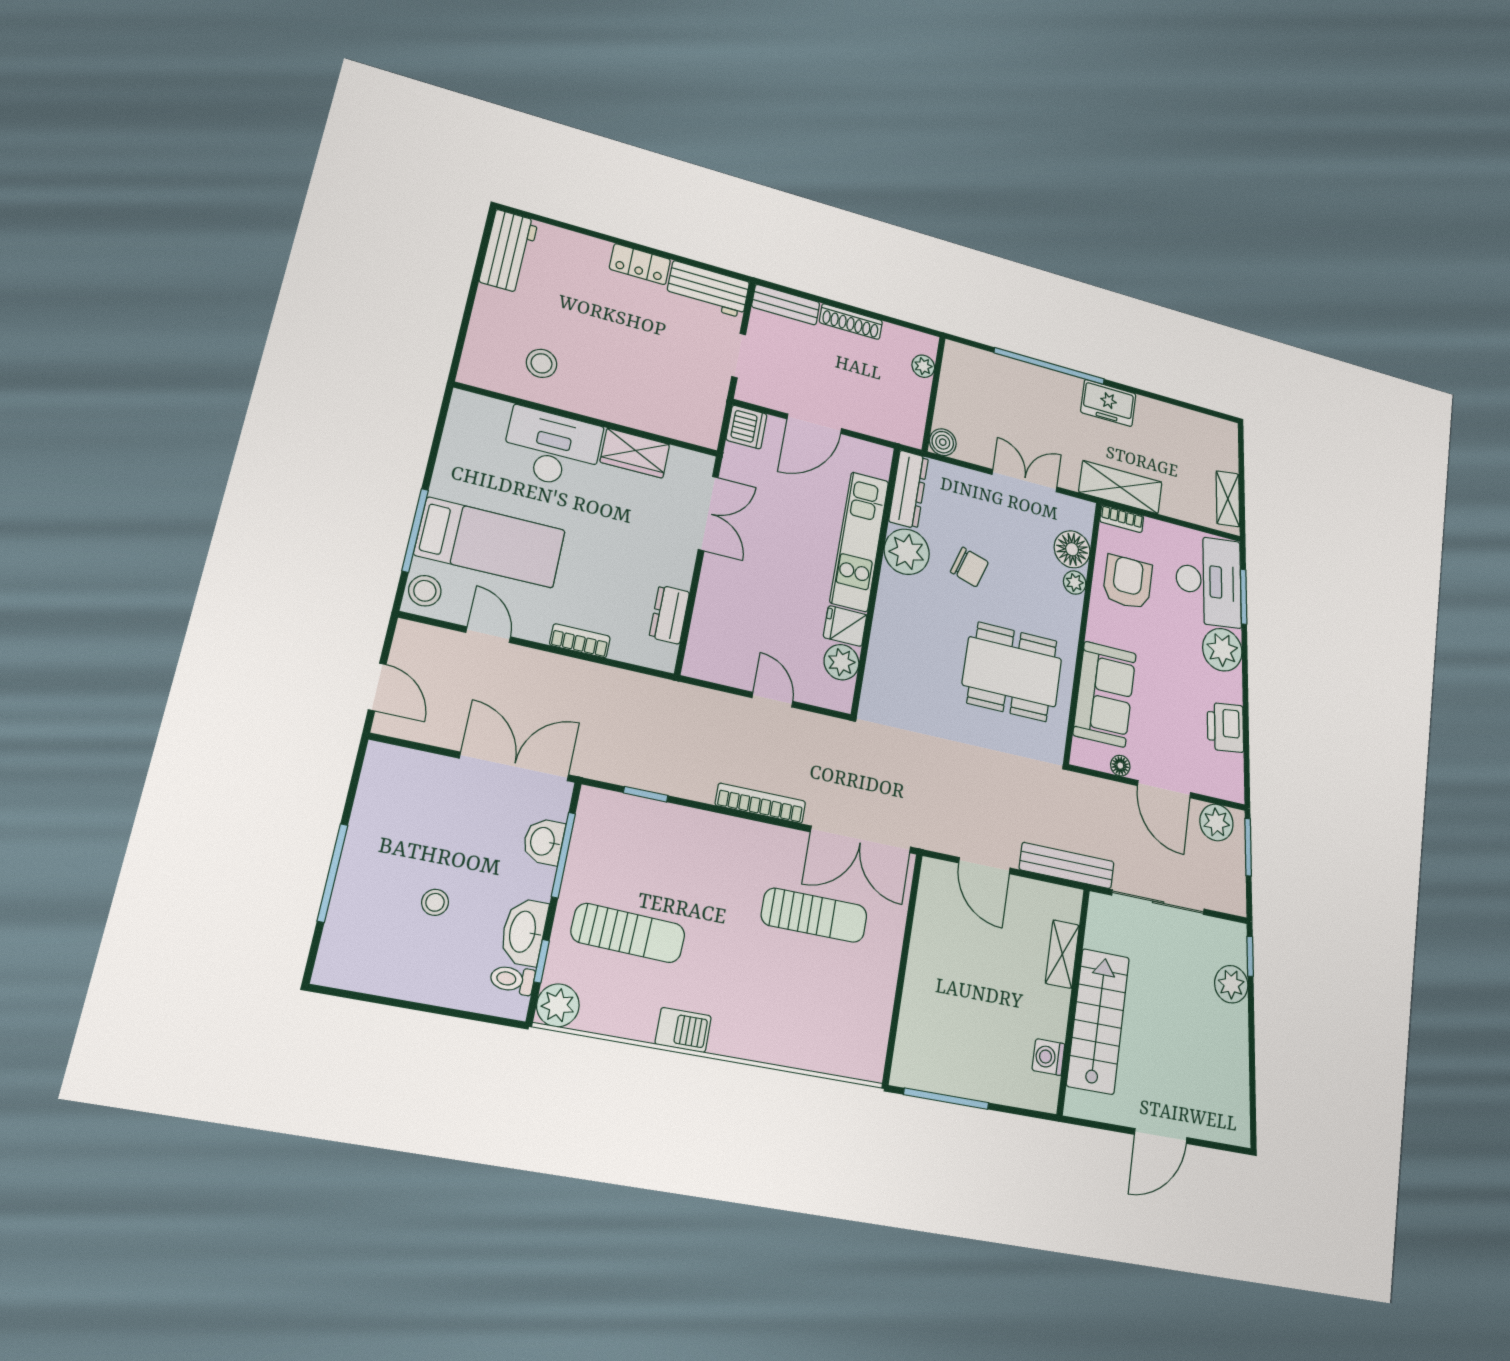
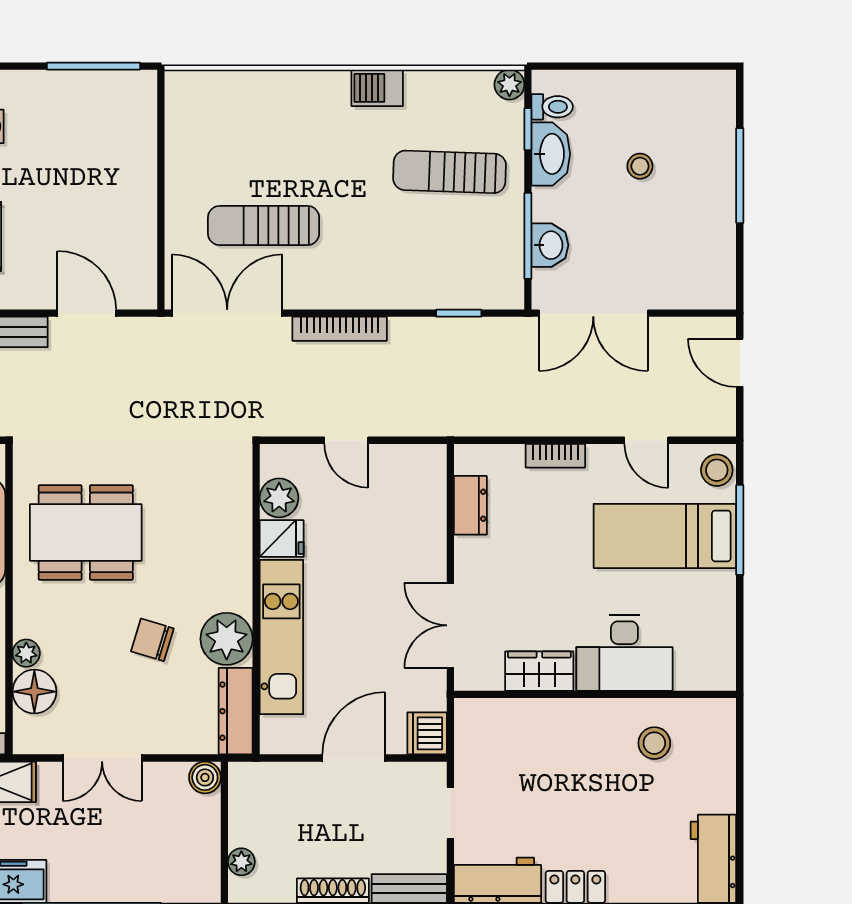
plant: (558, 1005) -> (509, 85), width x0.73, depth x0.73

